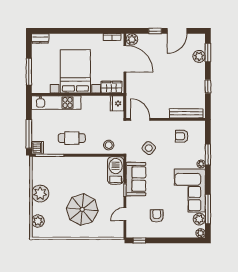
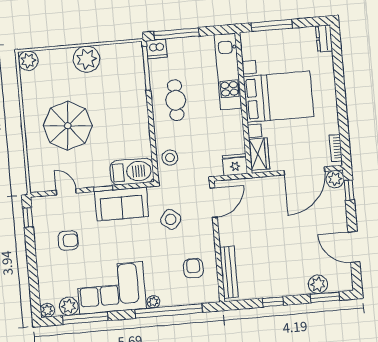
window: (155, 31) -> (349, 190), moved
window: (208, 155) -> (169, 311), width x2.11
plant: (38, 221) -> (28, 61), moved

